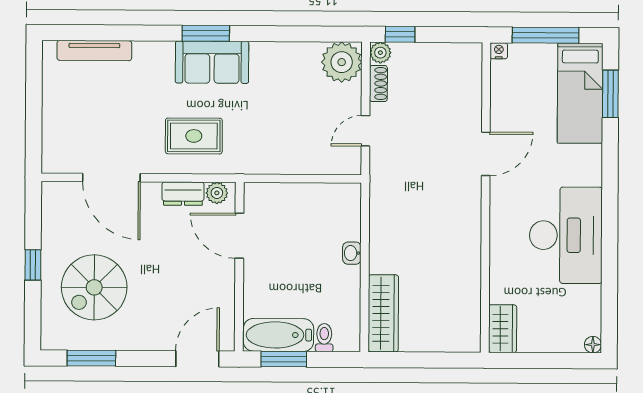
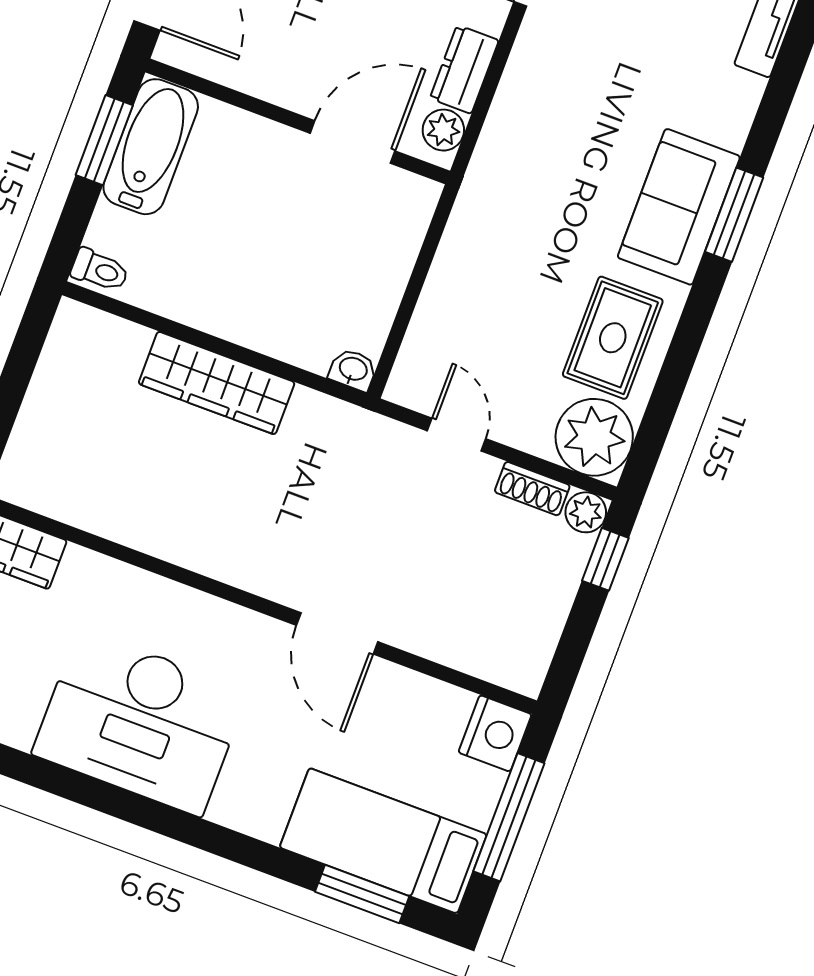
nightstand: (499, 51) -> (495, 733), width x1.89, depth x1.79
rug: (194, 136) -> (613, 338), moved
washbasin: (352, 253) -> (353, 370), moved
wardrobe: (383, 313) -> (217, 383), moved
toilet: (324, 338) -> (100, 270), moved

